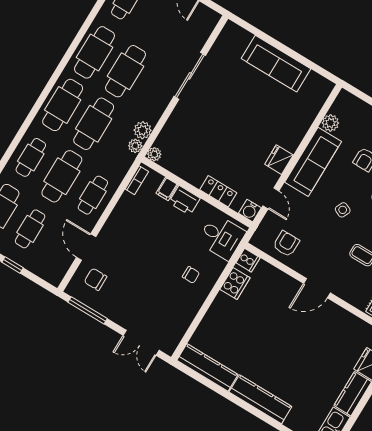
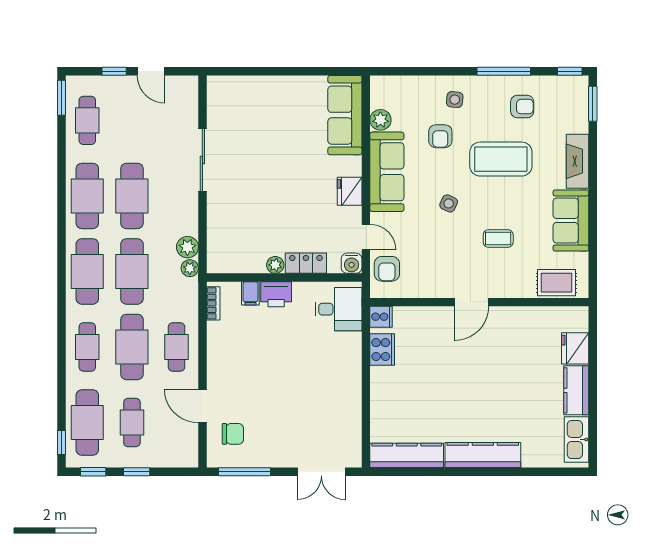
sofa: (276, 64) -> (345, 115), moved, turned 90
plant: (154, 154) -> (275, 265), moved
armchair: (286, 244) -> (387, 269), moved, turned 180
chair: (191, 275) -> (331, 368), removed
chair: (95, 279) -> (233, 434), turned 180

